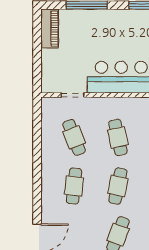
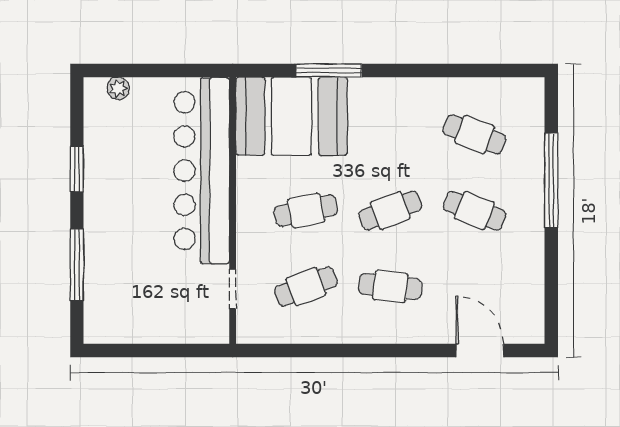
piano: (50, 28) -> (117, 329), removed
cafe table: (118, 186) -> (390, 211), turned -33

